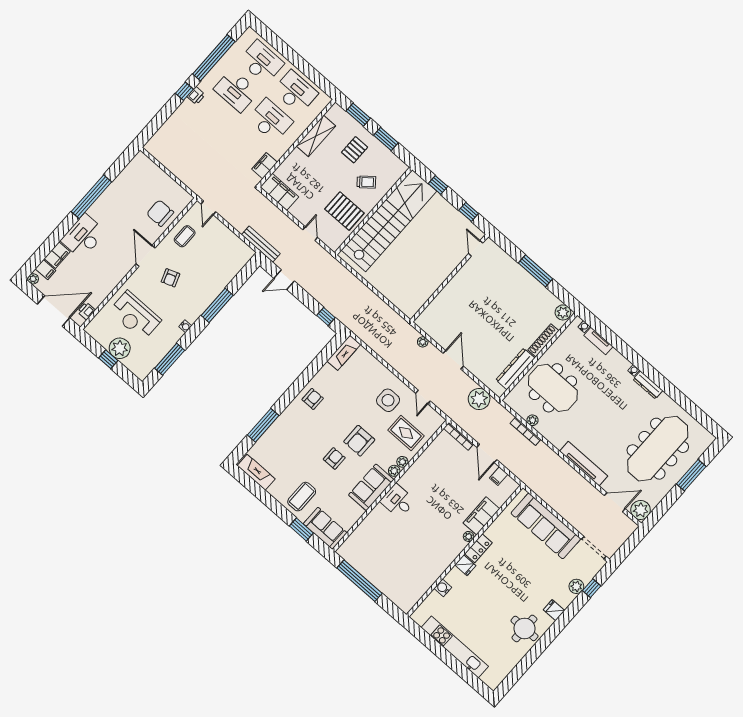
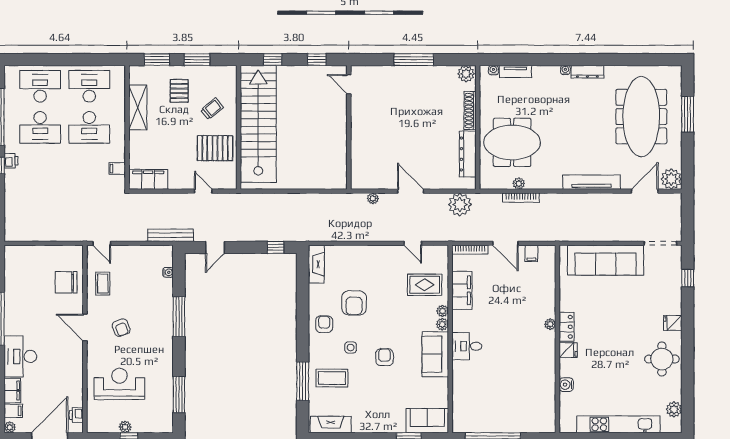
desk: (270, 120) -> (89, 127), turned 180
filing cabinet: (265, 166) -> (117, 169), width x0.50
reception desk: (135, 316) -> (119, 384), turned 180
water cooler: (185, 326) -> (168, 272), moved
plant: (120, 348) -> (125, 427), width x0.53, depth x0.53
side table: (388, 400) -> (351, 347), moved, width x0.54, depth x0.54
armchair: (359, 441) -> (354, 303), moved
coffee table: (302, 497) -> (332, 378), moved, turned 90
filing cabinet: (481, 516) -> (462, 290), moved, turned 180
plant: (576, 586) -> (674, 409), moved

